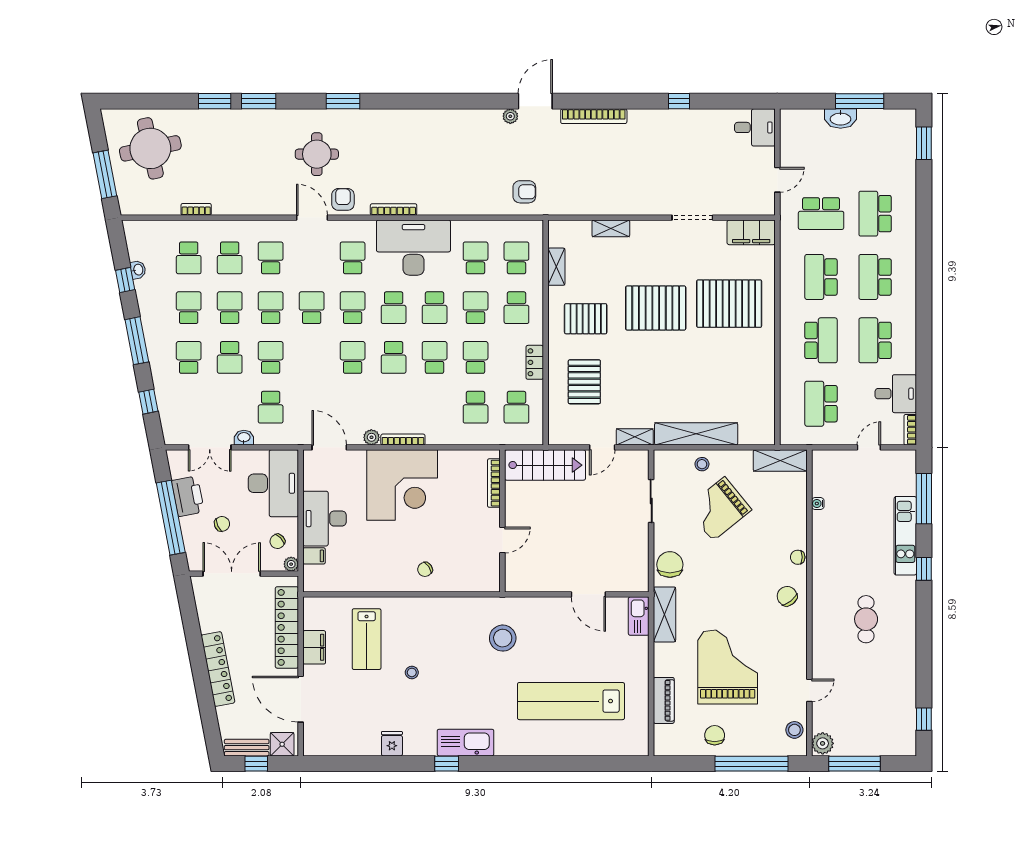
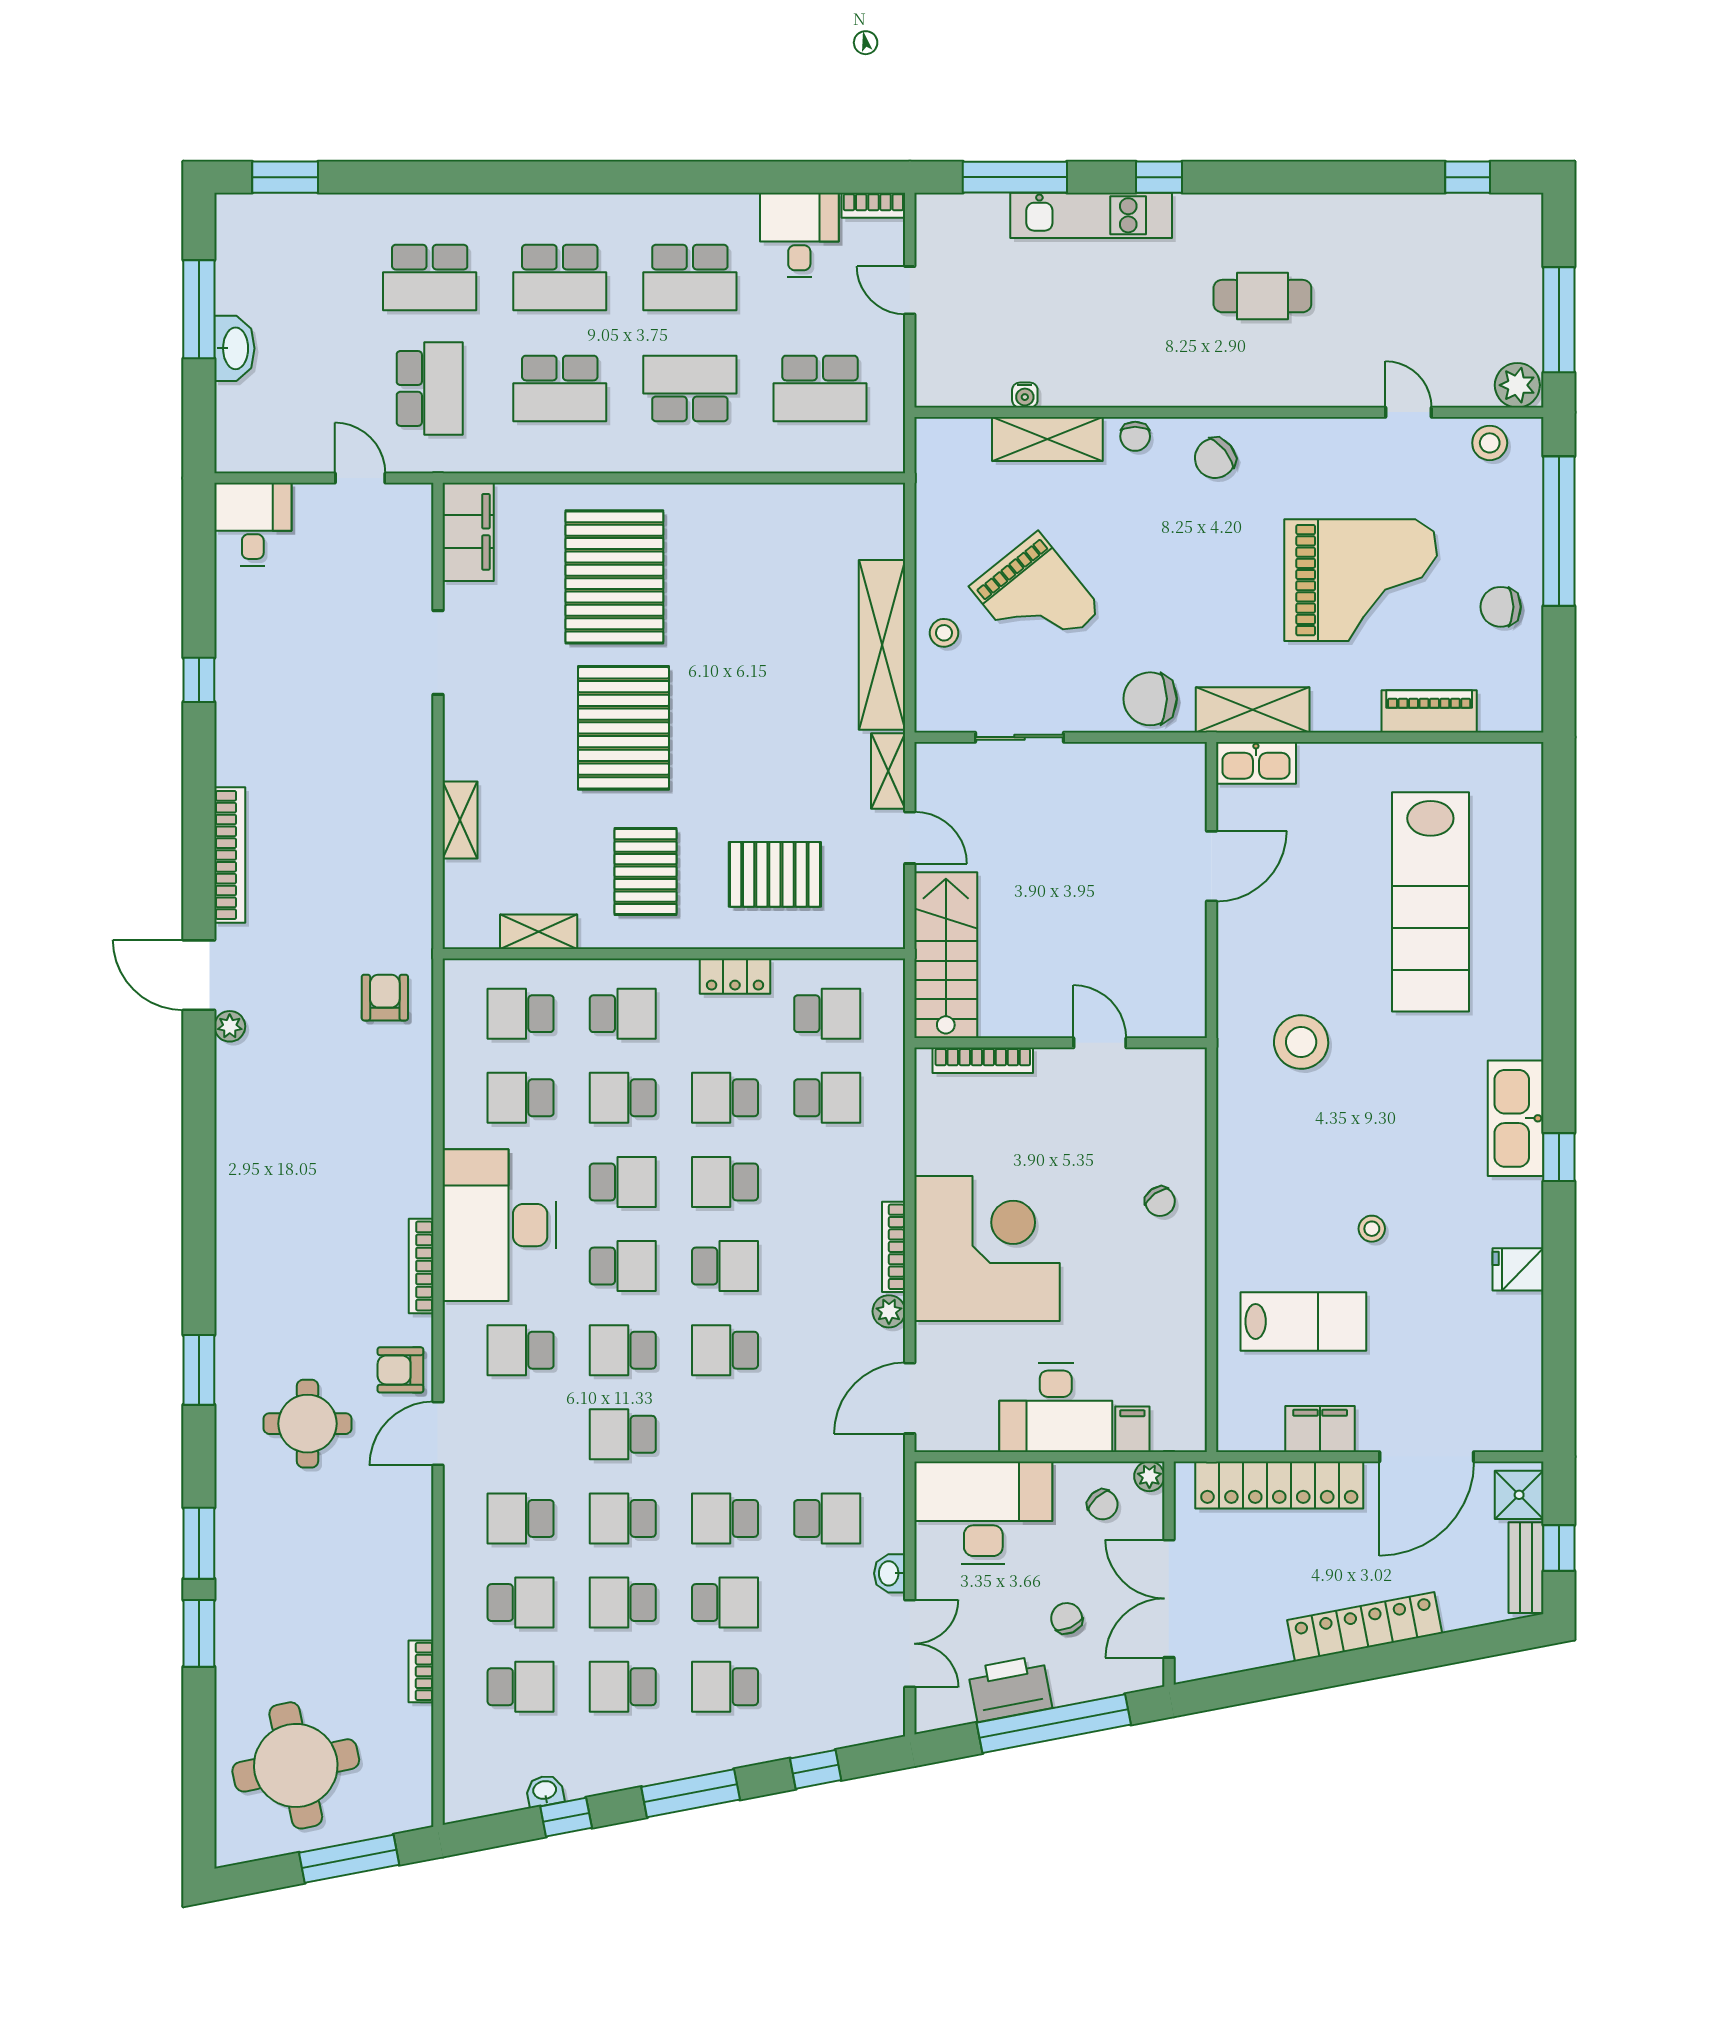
shelving: (780, 461) -> (1047, 439), moved, turned 90
grand piano: (728, 667) -> (1361, 580), turned 180

